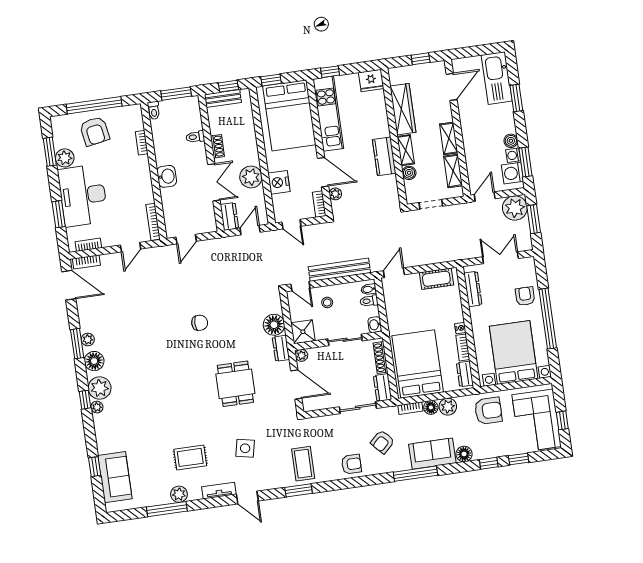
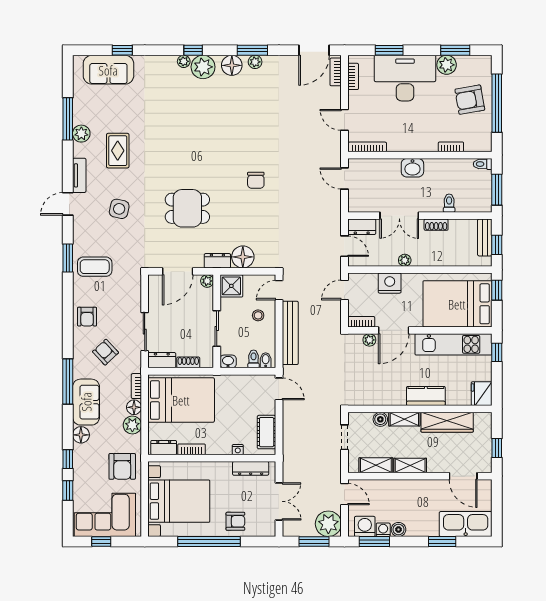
kitchen counter: (384, 156) -> (426, 396), moved
plant: (251, 177) -> (405, 260), width x0.53, depth x0.53
nightstand: (460, 328) -> (238, 450), moved
shoe rack: (380, 358) -> (188, 362), width x0.70

